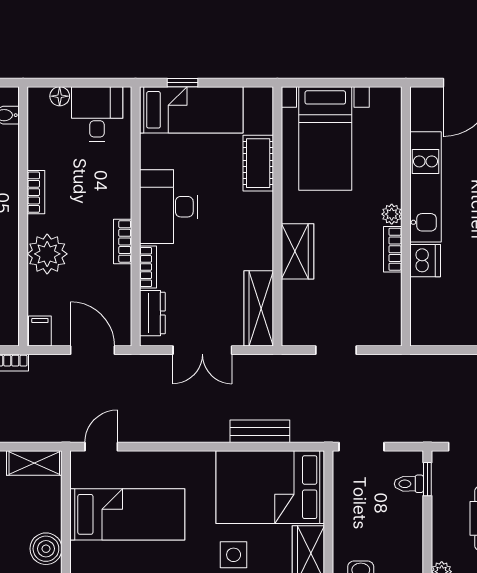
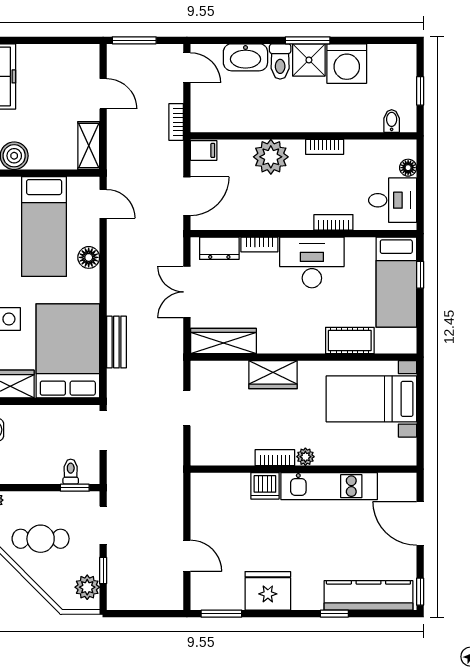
bookcase: (123, 241) -> (333, 222), moved
floor lamp: (163, 463) -> (89, 257), added

